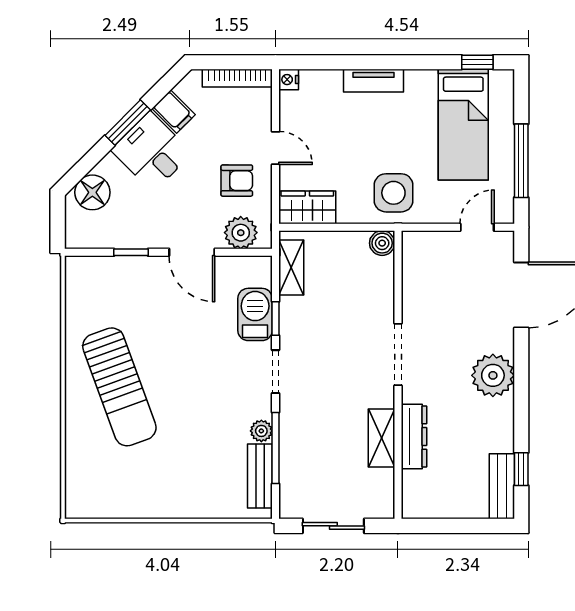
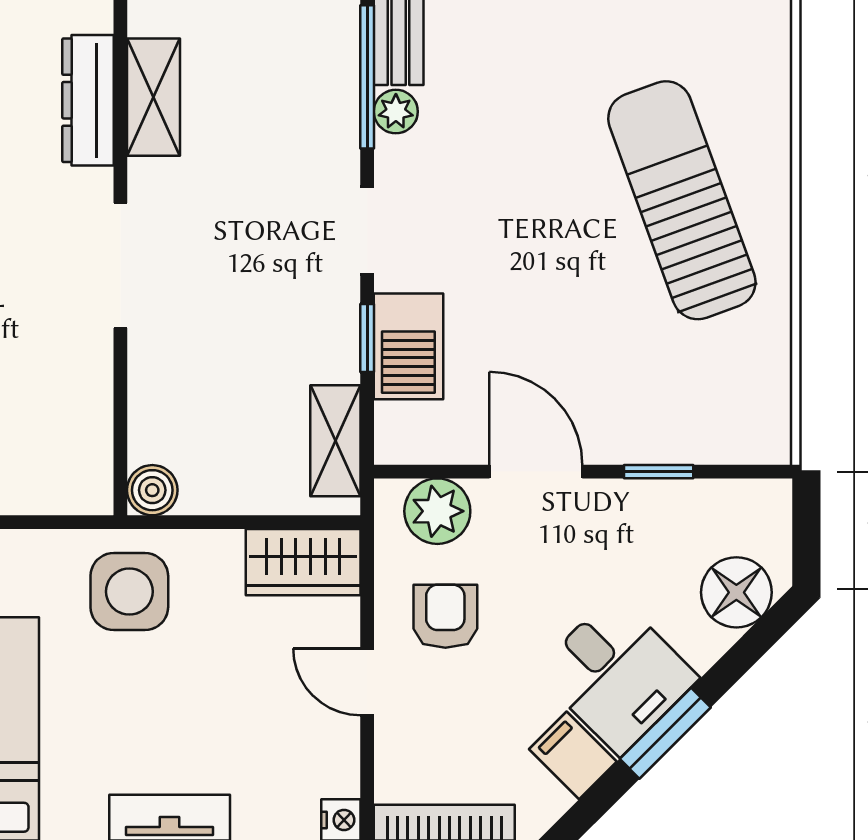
armchair: (237, 181) -> (445, 616), turned 90

